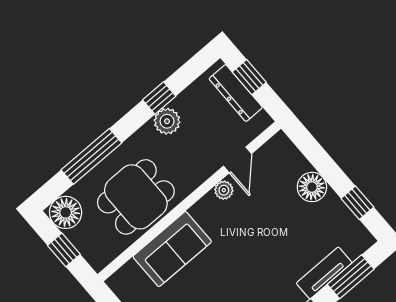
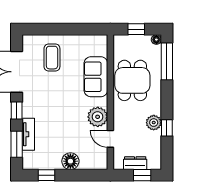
dresser: (236, 93) -> (135, 163), width x0.70
window: (91, 156) -> (167, 61), moved
plant: (224, 190) -> (98, 117), width x1.88, depth x1.88
floor lamp: (66, 212) -> (156, 40), width x0.53, depth x0.53

